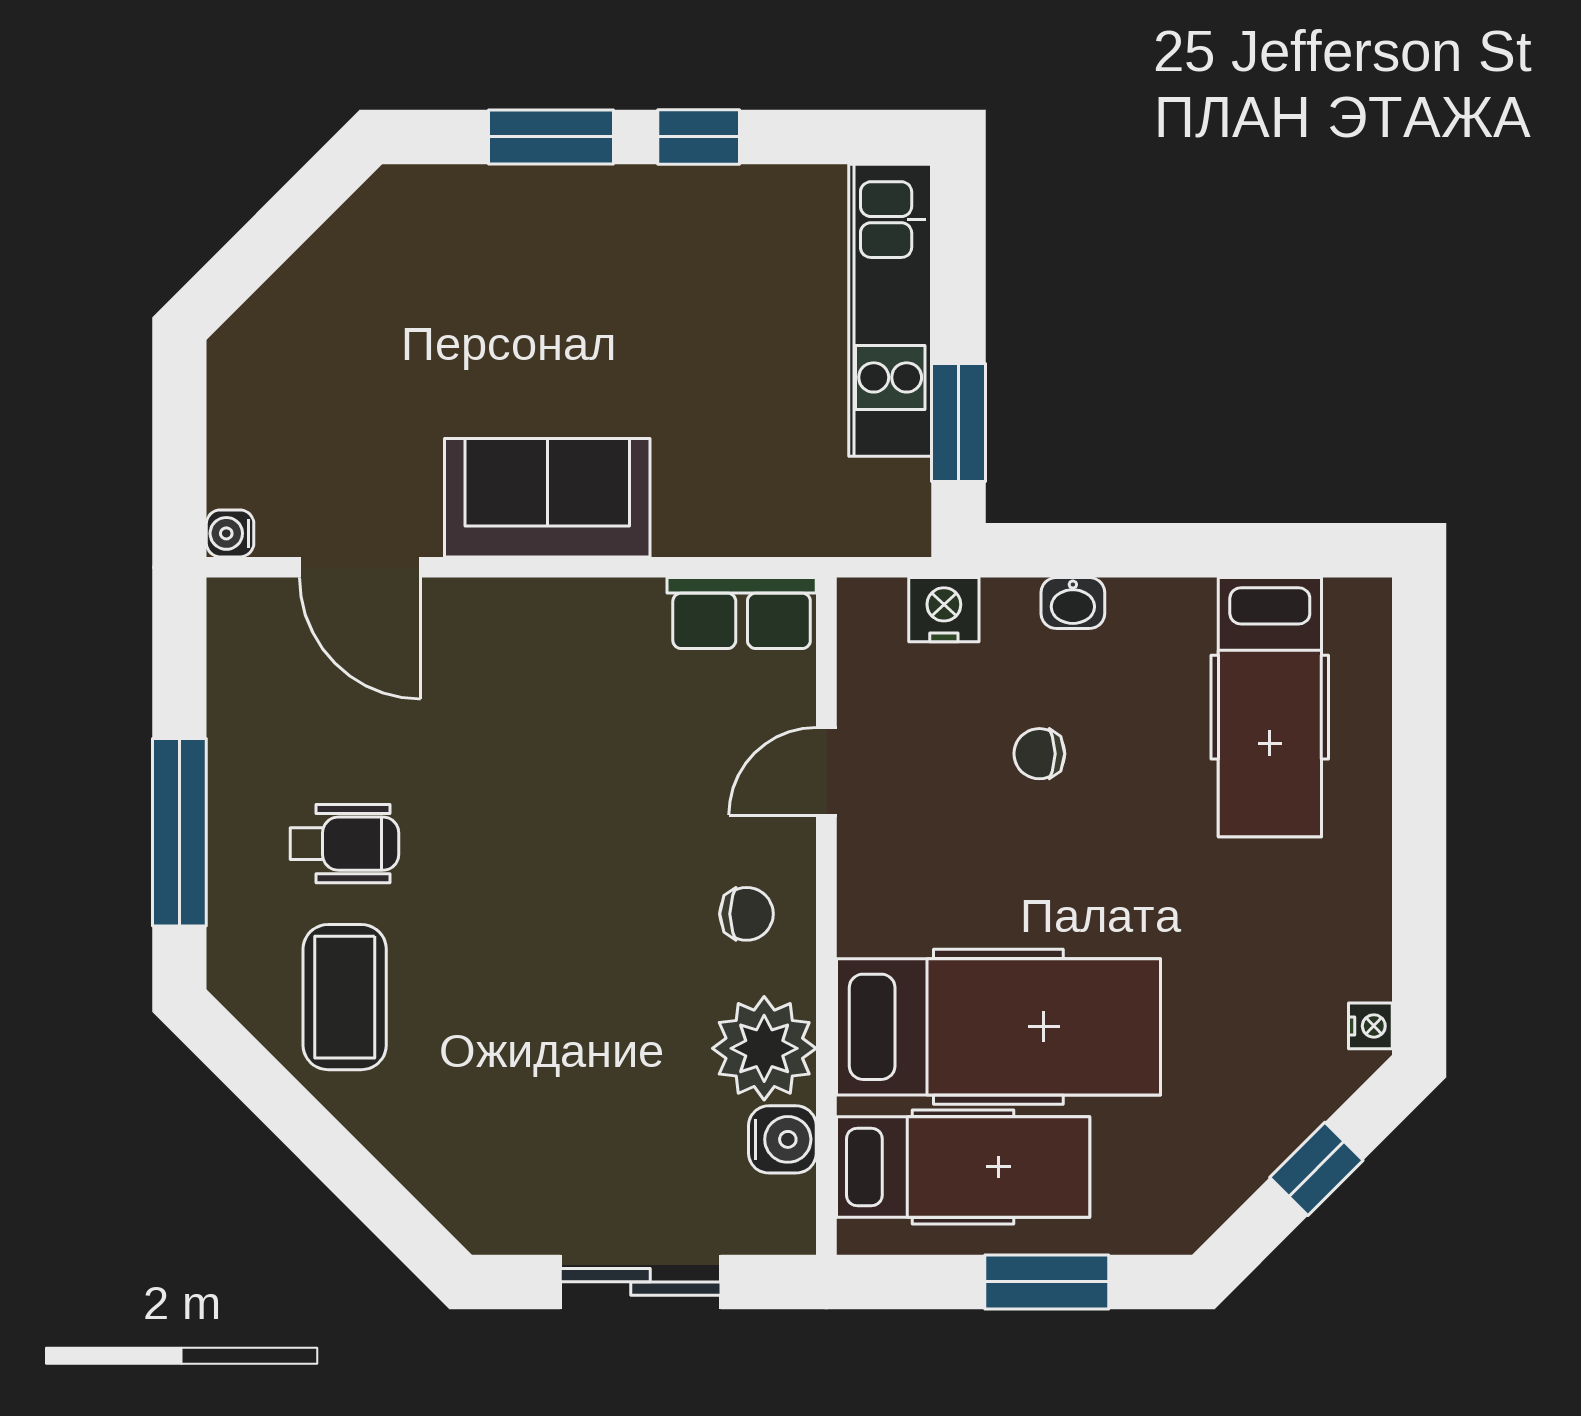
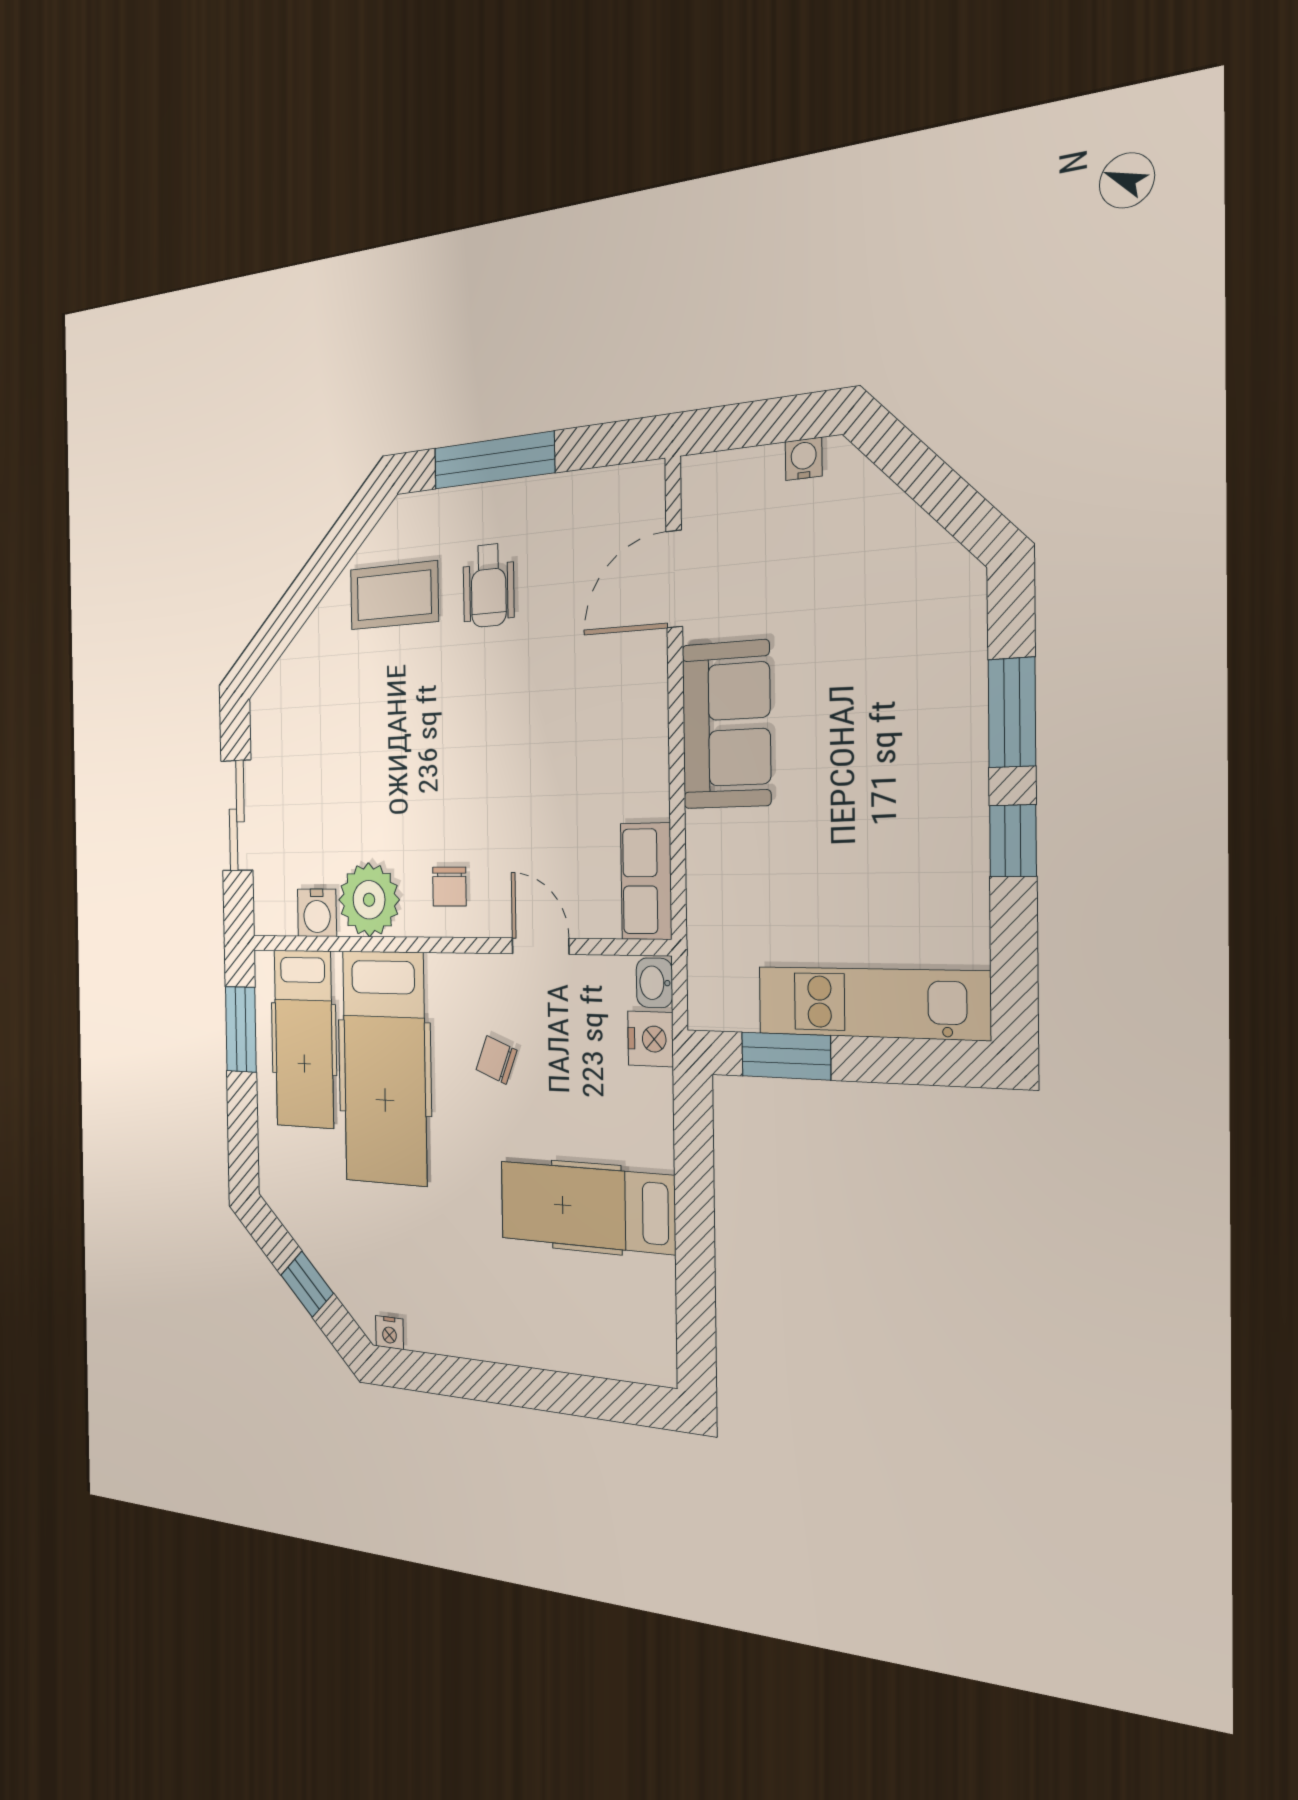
water cooler: (230, 533) -> (804, 459), moved
washbasin: (1073, 603) -> (654, 983), moved
hospital bed: (1270, 707) -> (587, 1207), moved
chair: (1039, 754) -> (496, 1060), moved, turned -69
window: (1047, 1282) -> (241, 1029), moved

